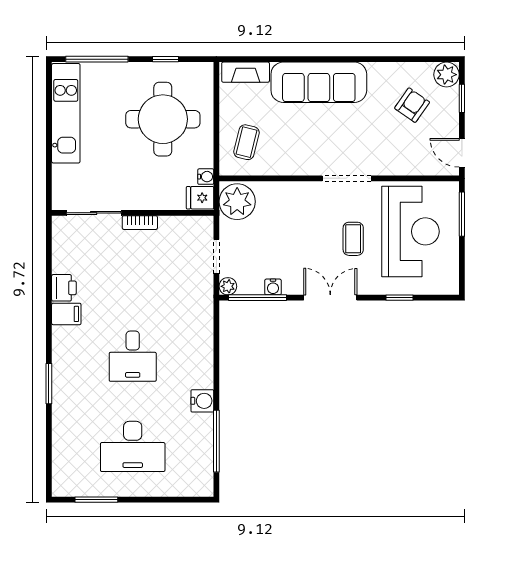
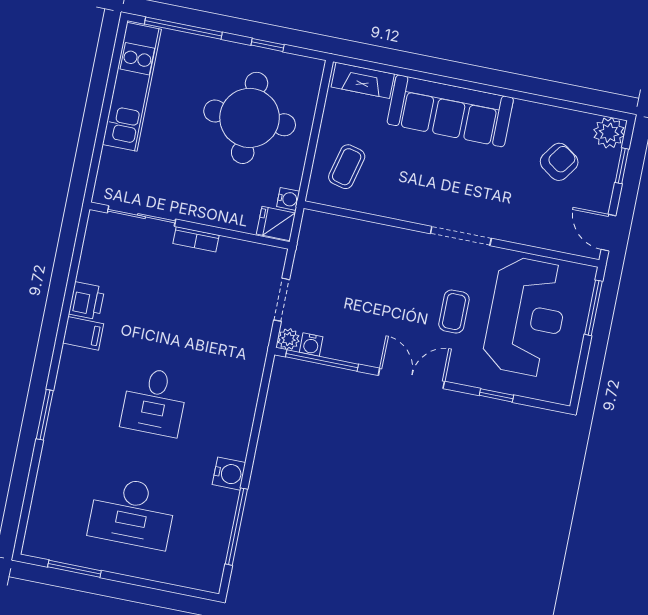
plant: (237, 202) -> (321, 237), removed
water cooler: (273, 287) -> (311, 345), moved

